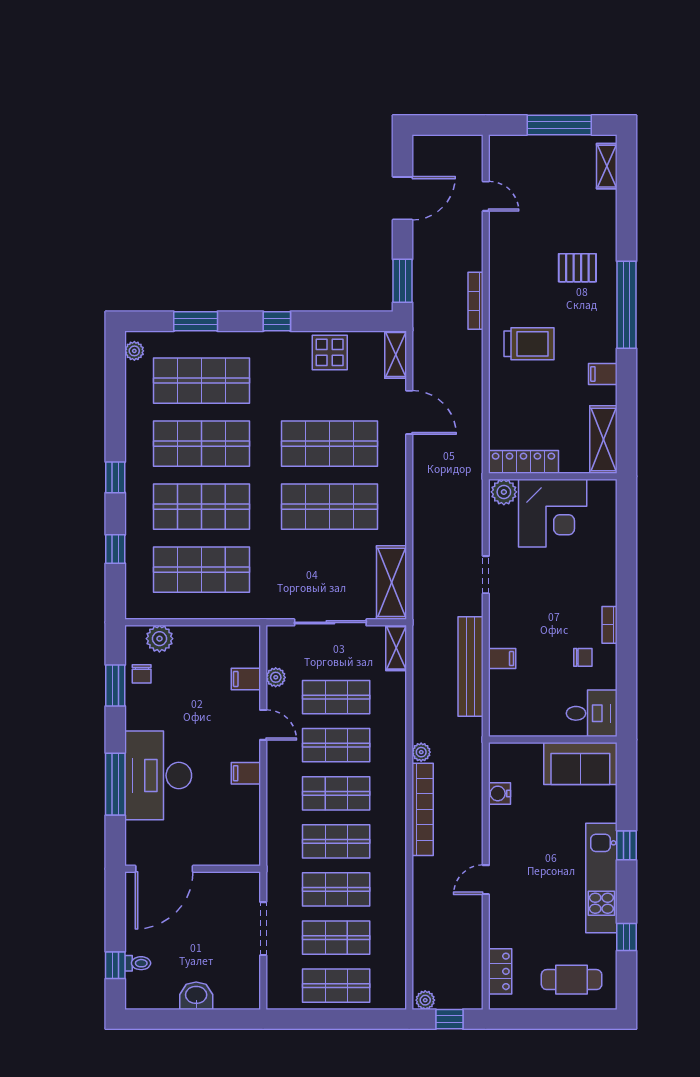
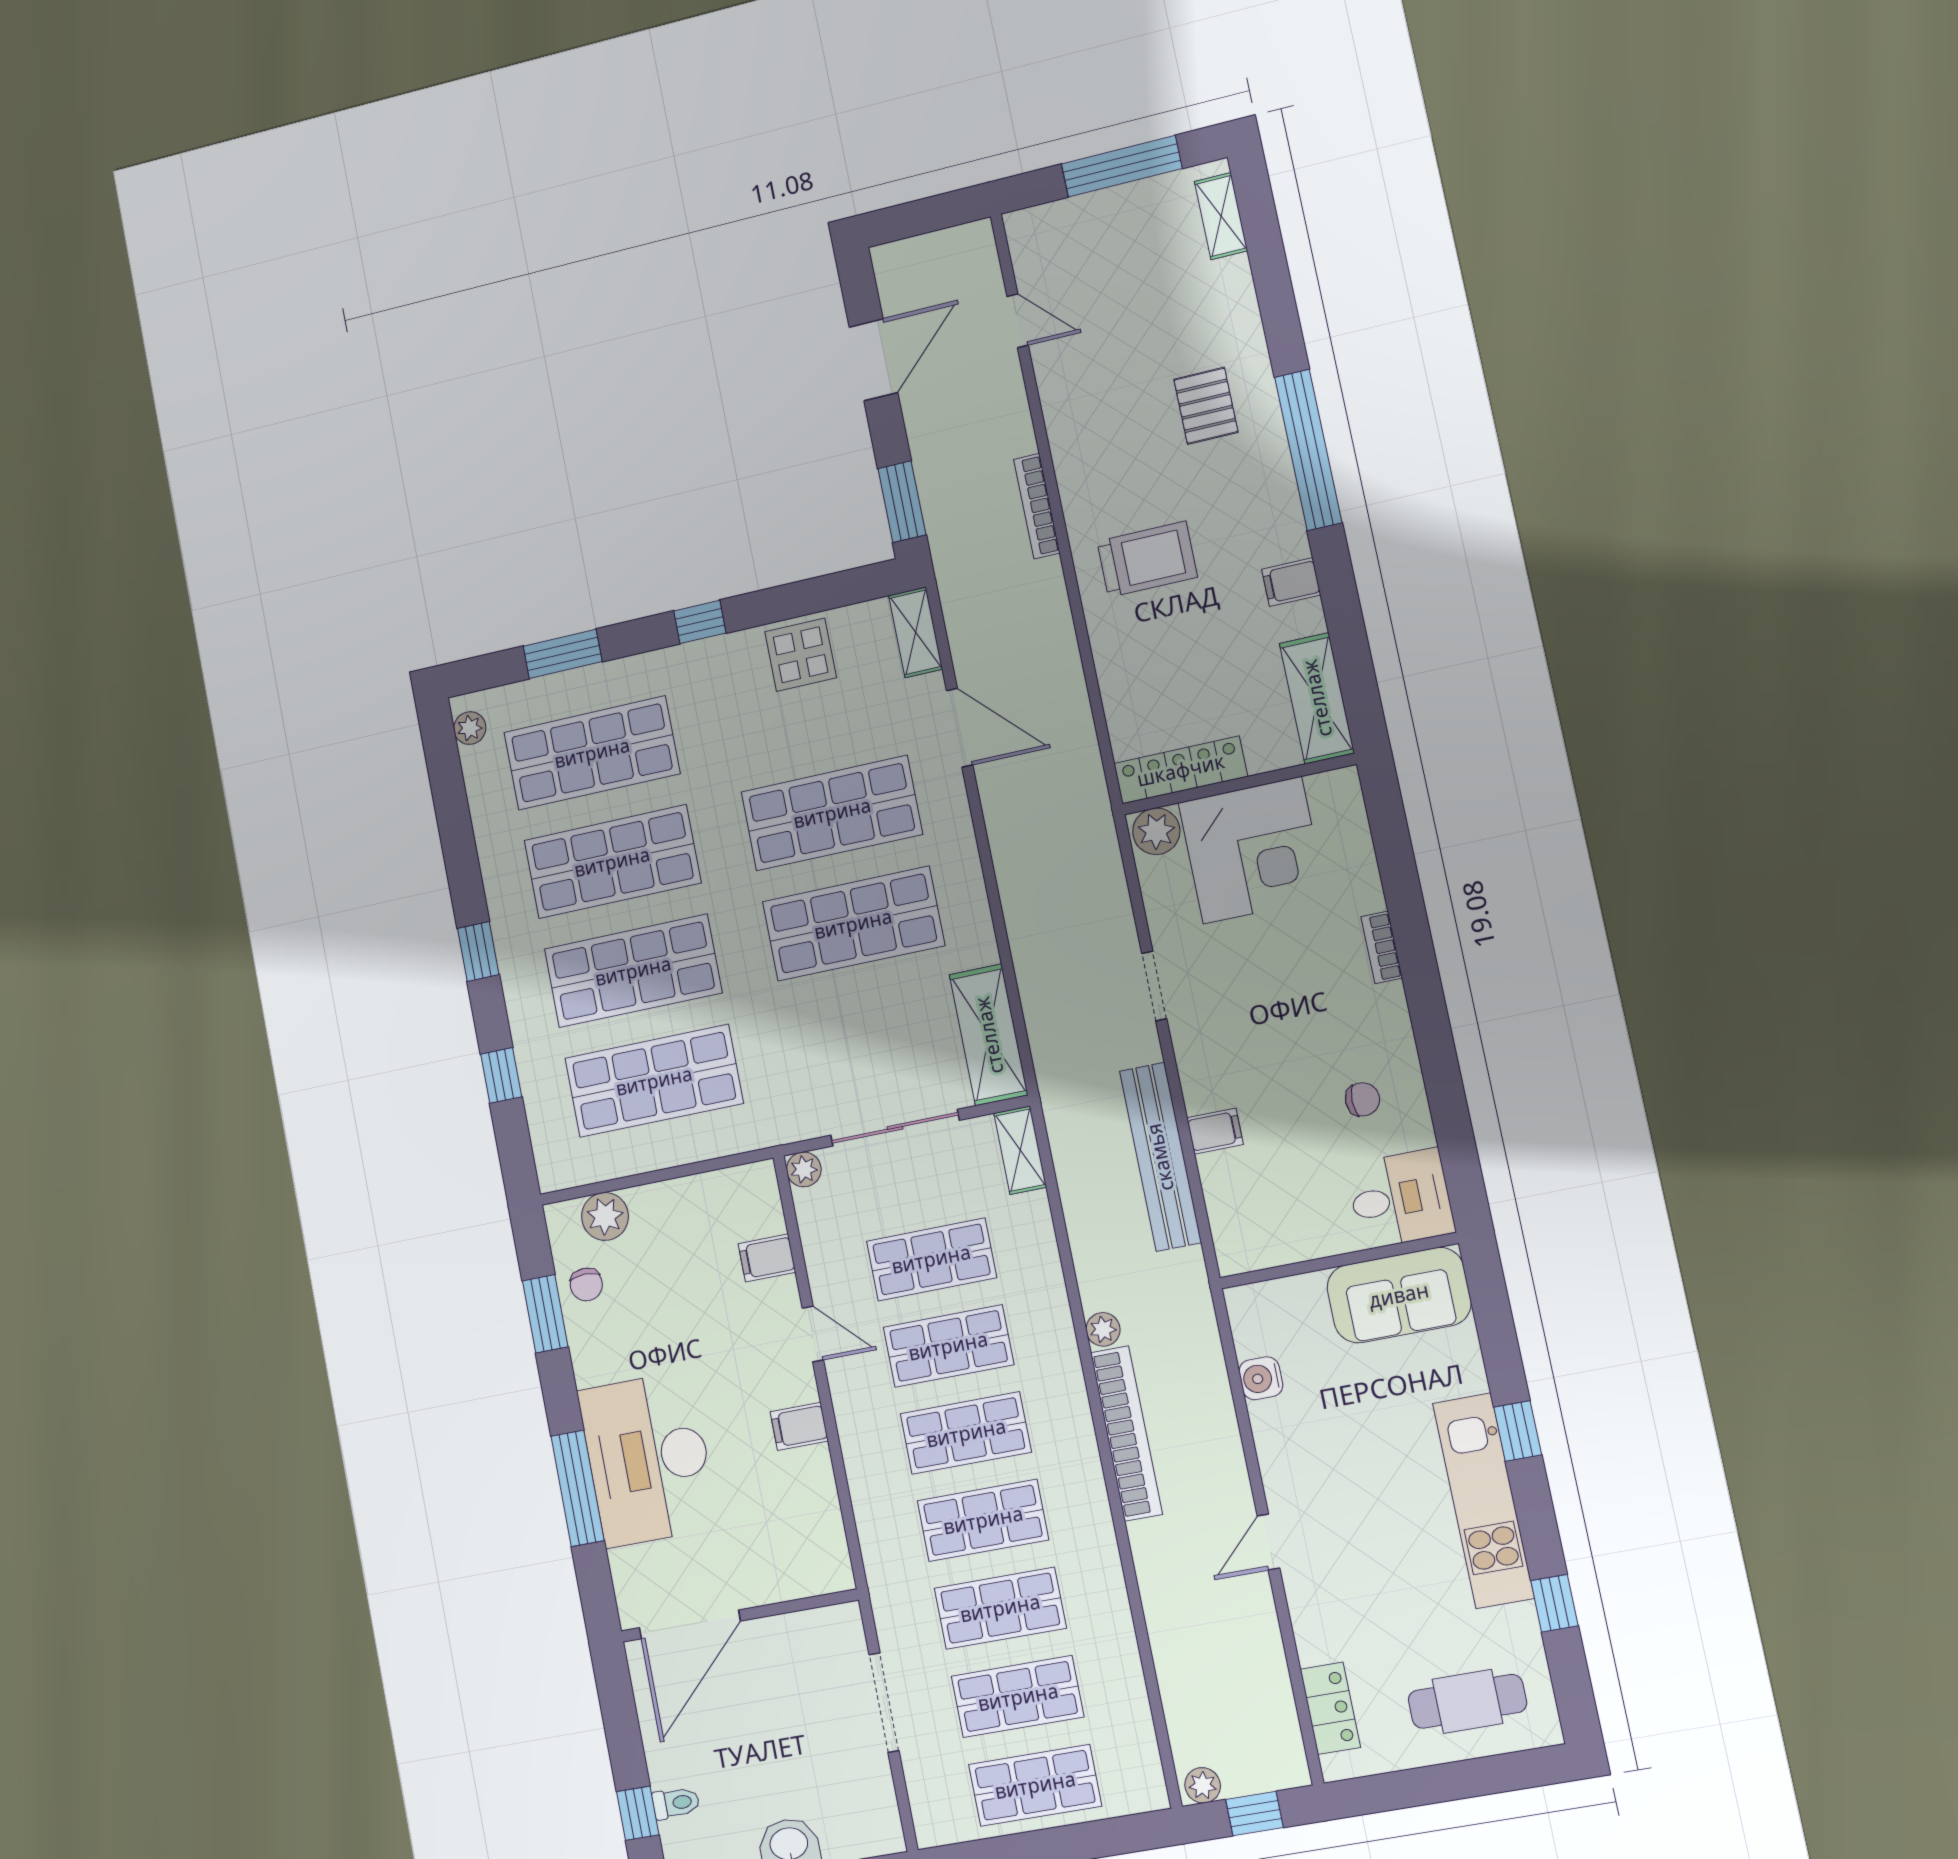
pallet: (577, 268) -> (1206, 406), turned 90
bookcase: (610, 625) -> (1382, 947), moved
plant: (276, 677) -> (804, 1169), moved

